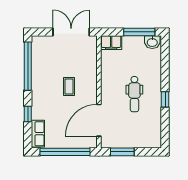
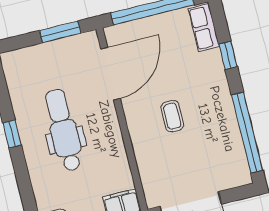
dental chair: (134, 94) -> (64, 130), width x1.36, depth x1.38

